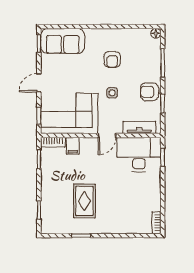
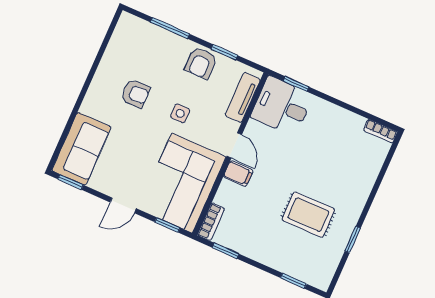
floor lamp: (156, 33) -> (126, 20), removed
door: (39, 83) -> (123, 205), hinge flipped
filing cabinet: (73, 146) -> (238, 174), moved
desk: (139, 154) -> (282, 106), width x0.73

